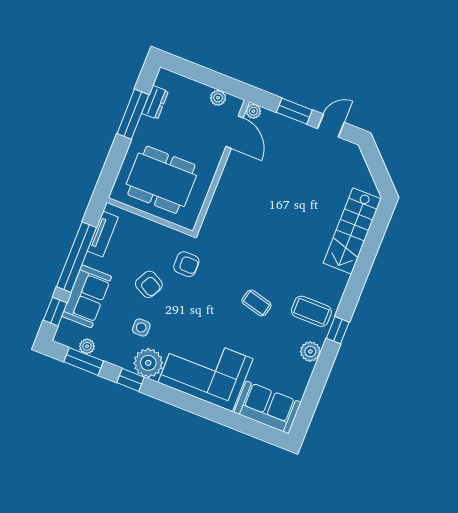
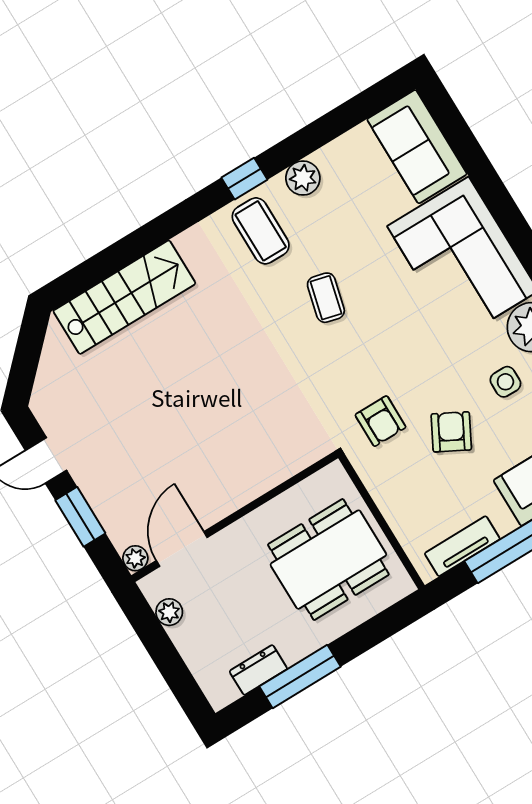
dining table: (161, 180) -> (328, 560), turned 90
armchair: (186, 264) -> (381, 421), turned 180

